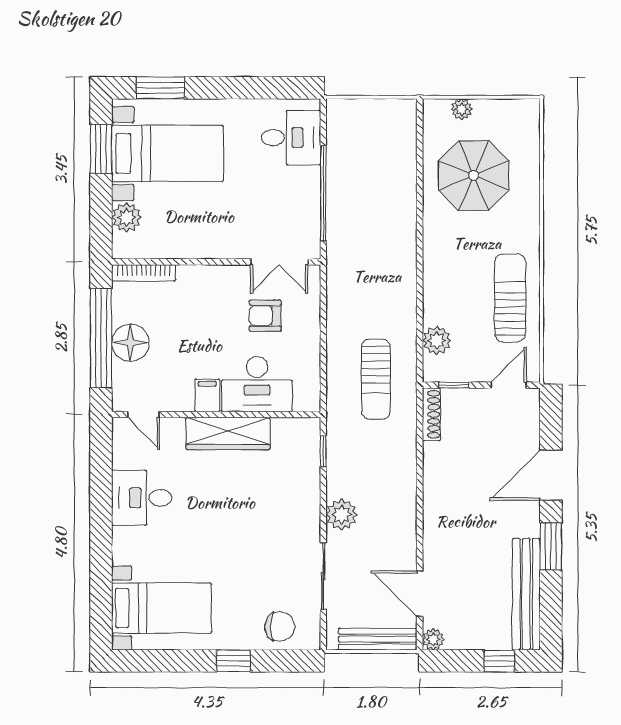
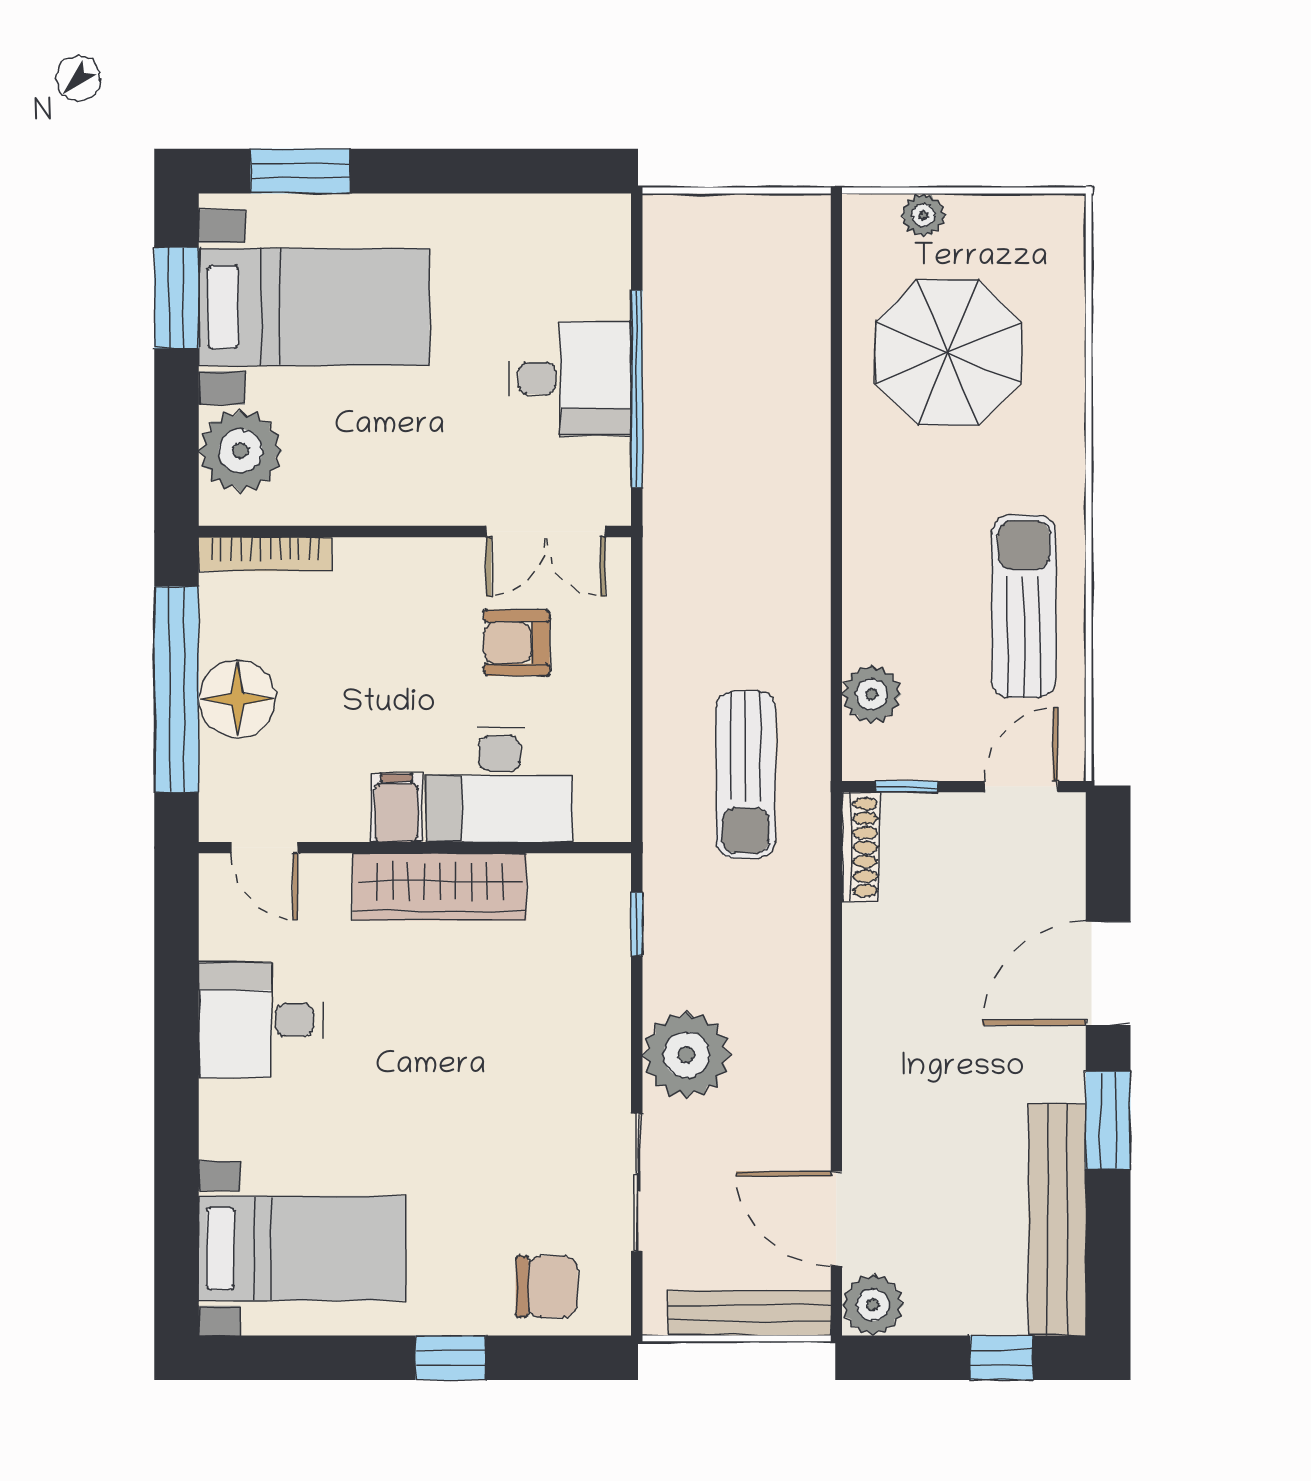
desk: (291, 138) -> (570, 378), moved
plant: (126, 218) -> (240, 451), width x1.36, depth x1.36
plant: (342, 515) -> (686, 1055), width x1.36, depth x1.36
plant: (433, 639) -> (873, 1305), width x1.38, depth x1.38

